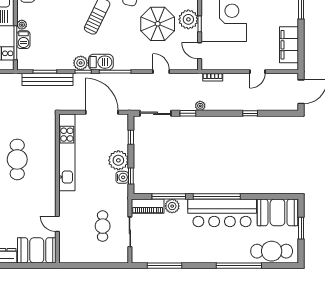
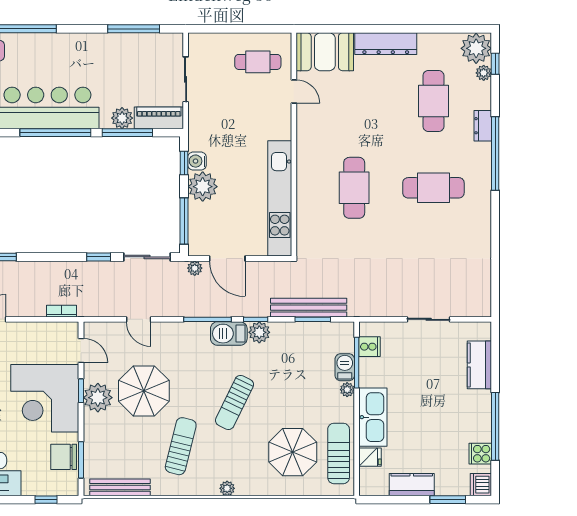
plant: (200, 106) -> (195, 268), moved
door: (102, 112) -> (227, 259), width x0.73
window: (131, 137) -> (184, 221), width x2.17
cafe table: (103, 226) -> (258, 62), moved, turned 90

